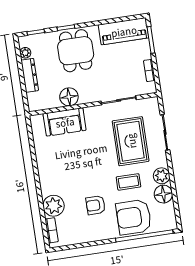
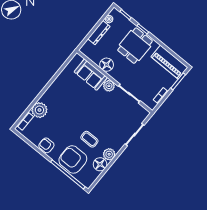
plant: (92, 114) -> (109, 86), added
rug: (131, 141) -> (113, 120), removed
armchair: (96, 205) -> (46, 145), moved

